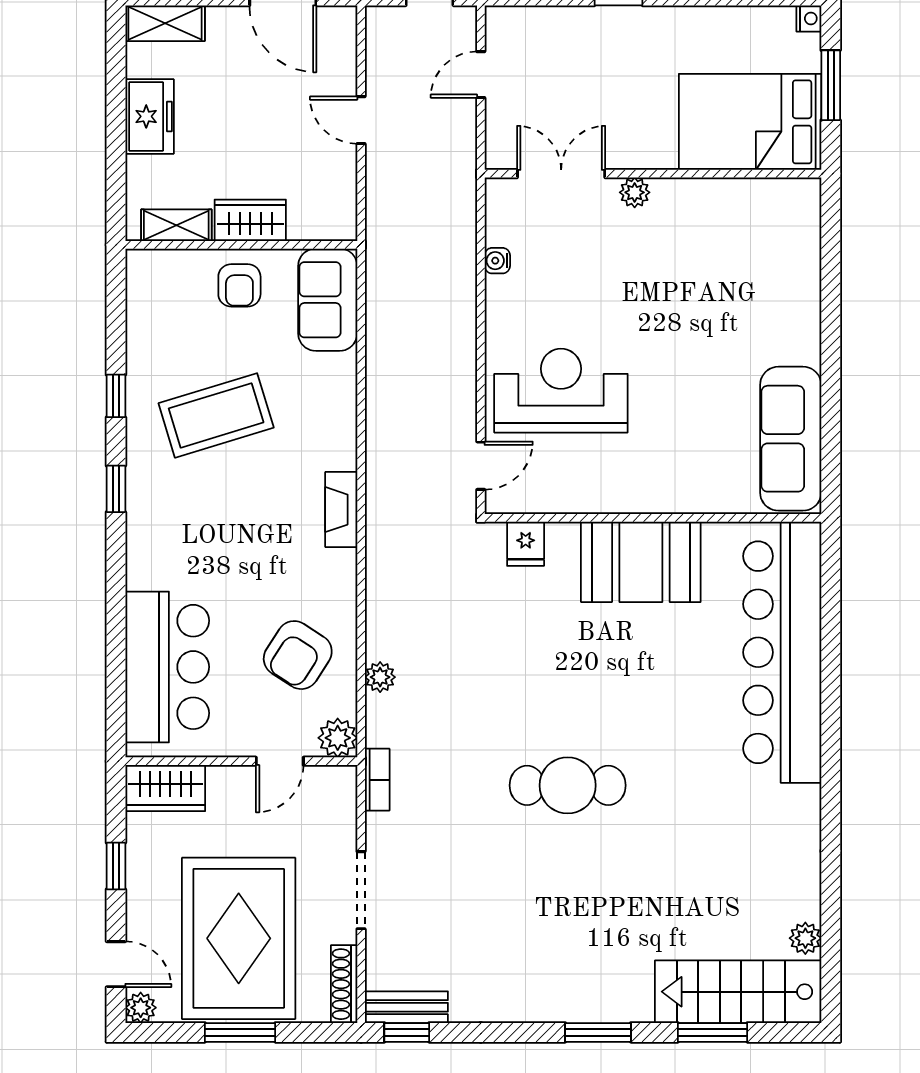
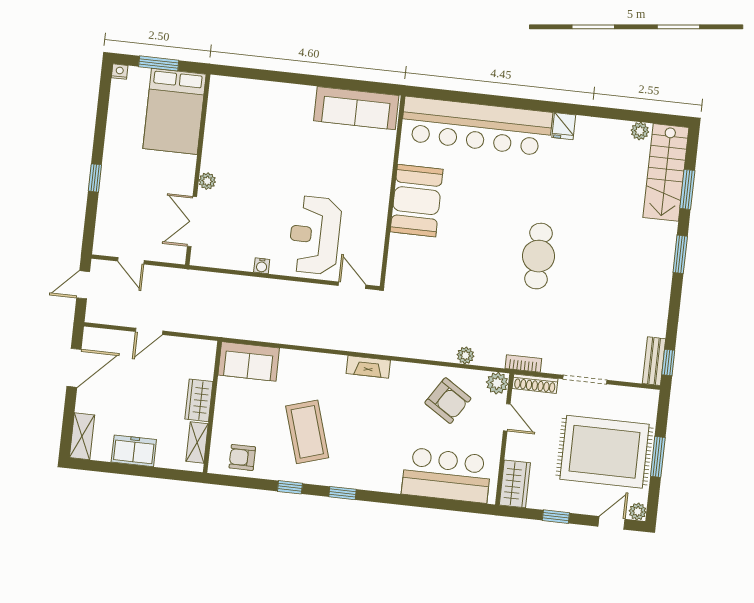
water cooler: (497, 261) -> (262, 266), moved
armchair: (239, 285) -> (242, 457), moved, turned 180
fridge: (526, 544) -> (564, 126), moved, turned 90
shoe rack: (344, 984) -> (535, 384), moved

